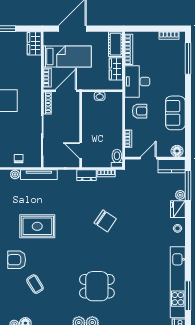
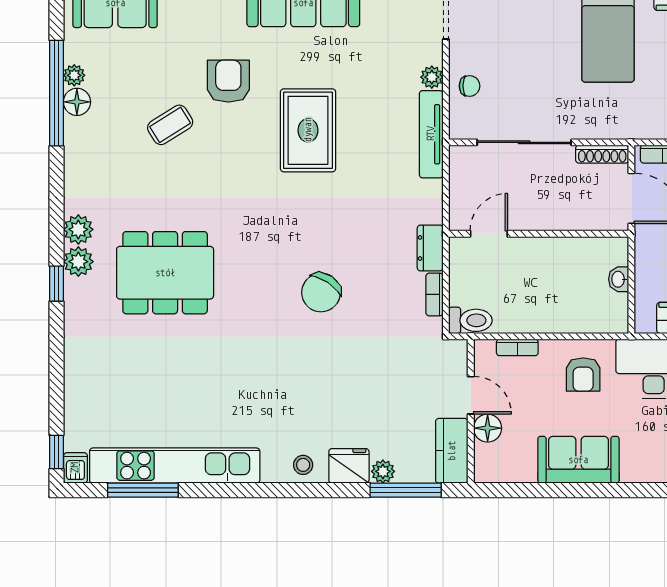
floor lamp: (177, 151) -> (488, 428), moved
dining table: (97, 286) -> (165, 273), width x1.38

